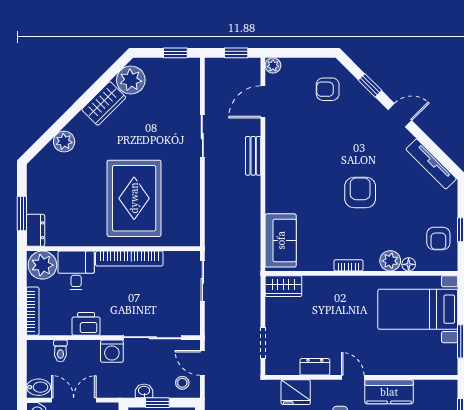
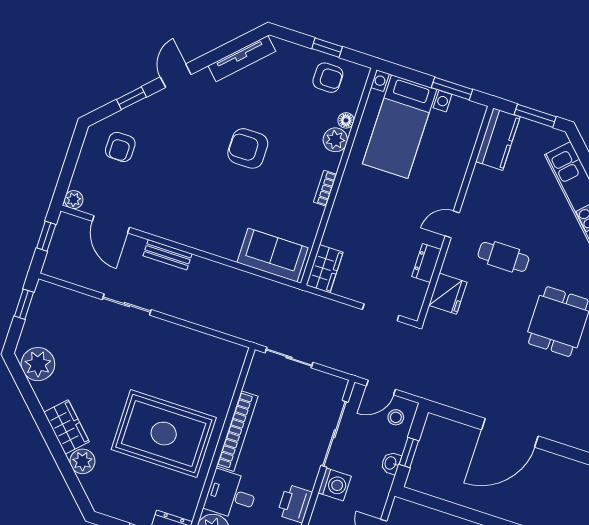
wardrobe: (104, 104) -> (66, 427), moved
rug: (134, 198) -> (164, 434), moved
kitchen counter: (389, 392) -> (498, 139), moved

